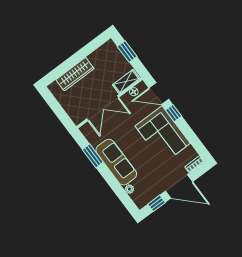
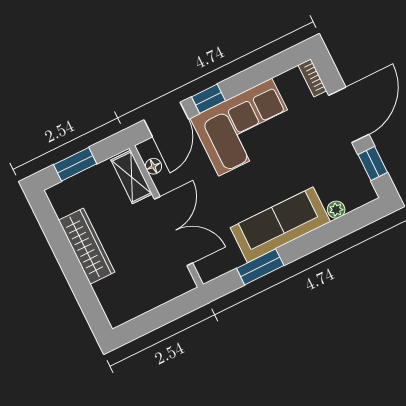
wardrobe: (75, 74) -> (87, 246), moved

